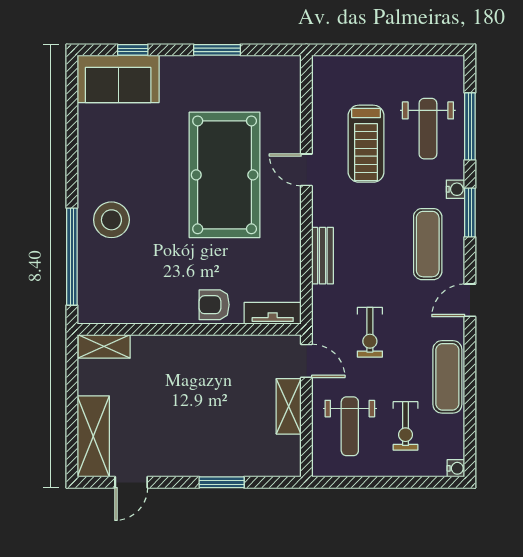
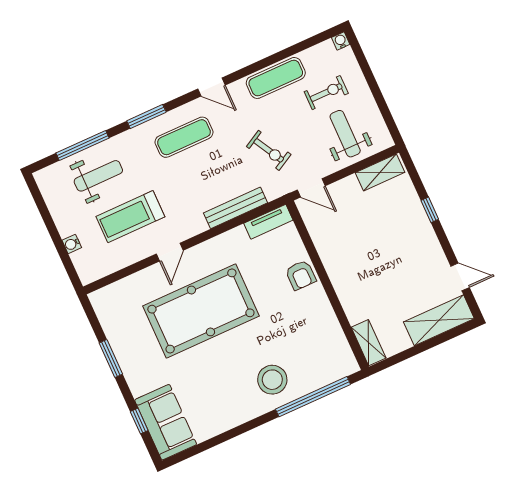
treadmill: (366, 144) -> (130, 217), turned 180
water cooler: (455, 189) -> (72, 244), moved, turned -90
bench: (322, 256) -> (236, 208), width x1.36
tv unit: (273, 313) -> (268, 222), moved, turned -90
exercise bike: (370, 332) -> (269, 150), turned 61
door: (306, 361) -> (311, 188), swing flipped
shelving: (289, 406) -> (380, 173), moved
weight bench: (350, 426) -> (345, 134), turned -90
window: (222, 482) -> (430, 210), width x0.67

